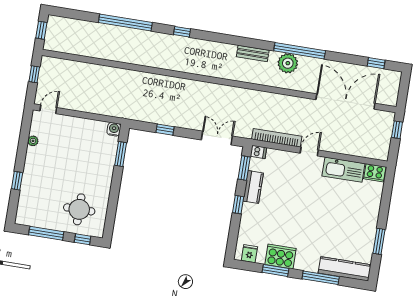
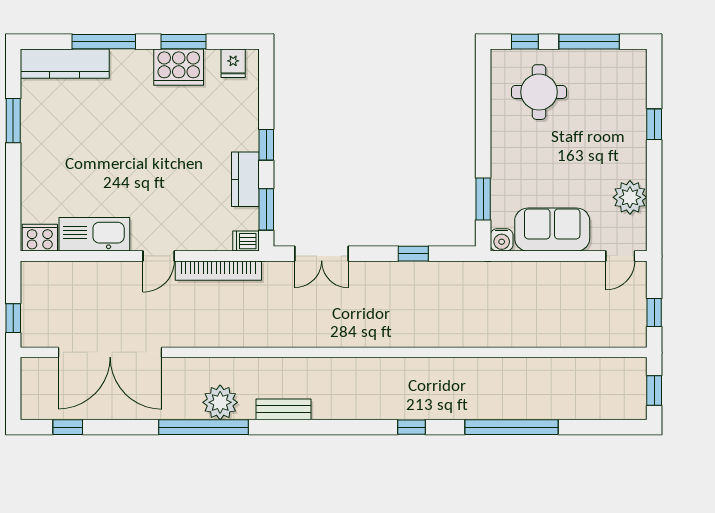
sofa: (84, 130) -> (552, 230), added
plant: (33, 141) -> (630, 197), width x1.87, depth x1.87

